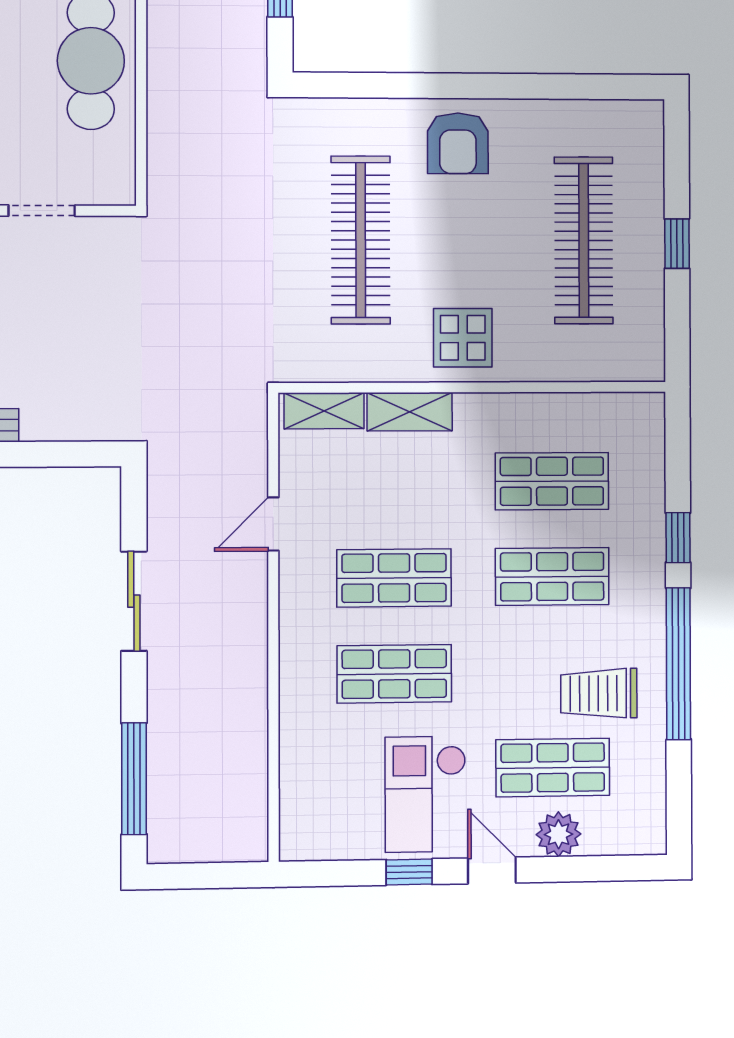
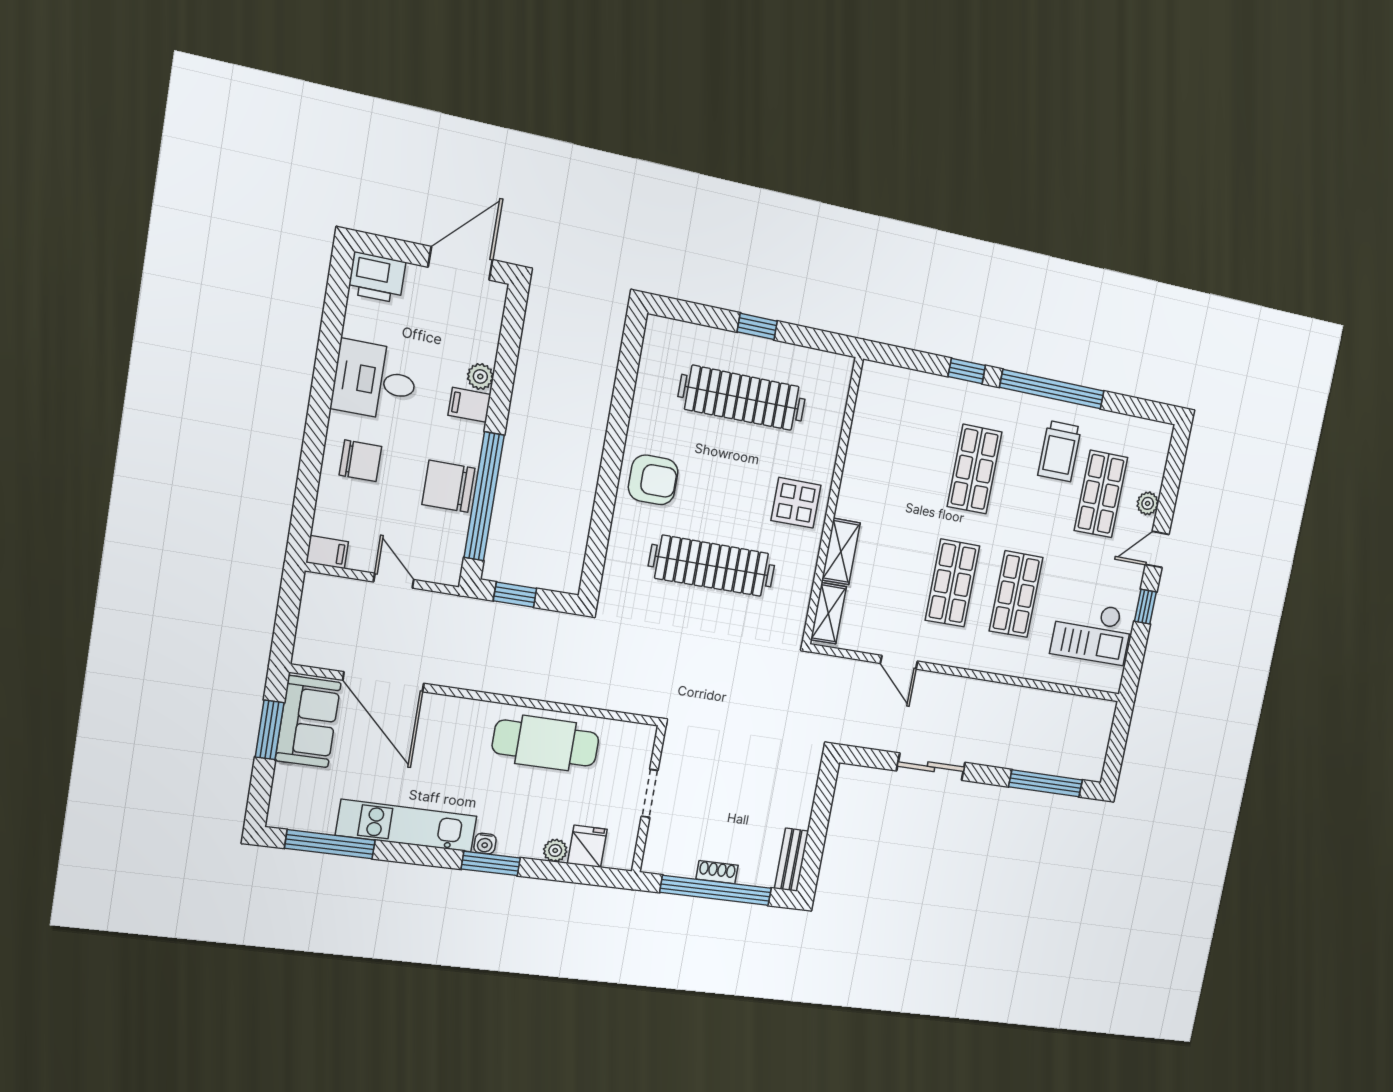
shop shelf: (552, 481) -> (909, 456), removed
checkout: (426, 794) -> (1092, 632), moved
plant: (559, 834) -> (1148, 503), width x0.73, depth x0.73

